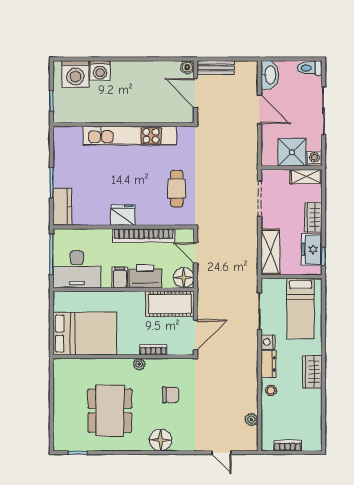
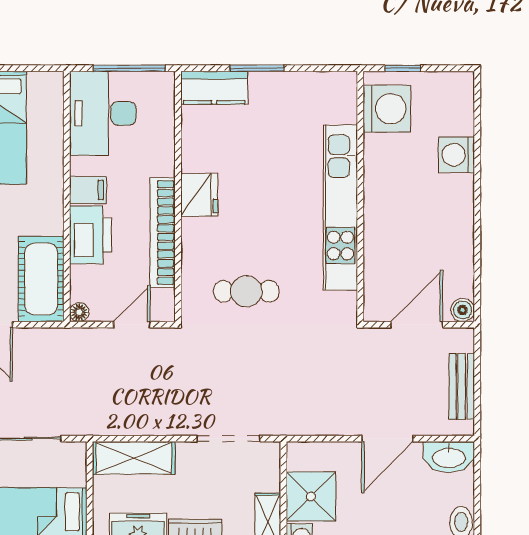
bench: (216, 68) -> (462, 386), moved
washing machine: (75, 74) -> (387, 109), moved, turned 180
floor lamp: (184, 278) -> (79, 312), width x0.53, depth x0.53

